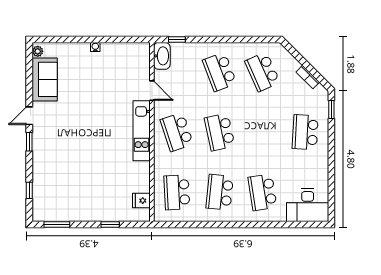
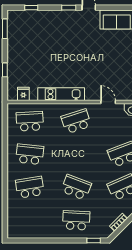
door: (152, 91) -> (108, 102), swing flipped
kitchen unit: (142, 131) -> (61, 94), moved
school desk: (220, 132) -> (76, 187), moved, turned 33
desk: (308, 205) -> (20, 222), removed

